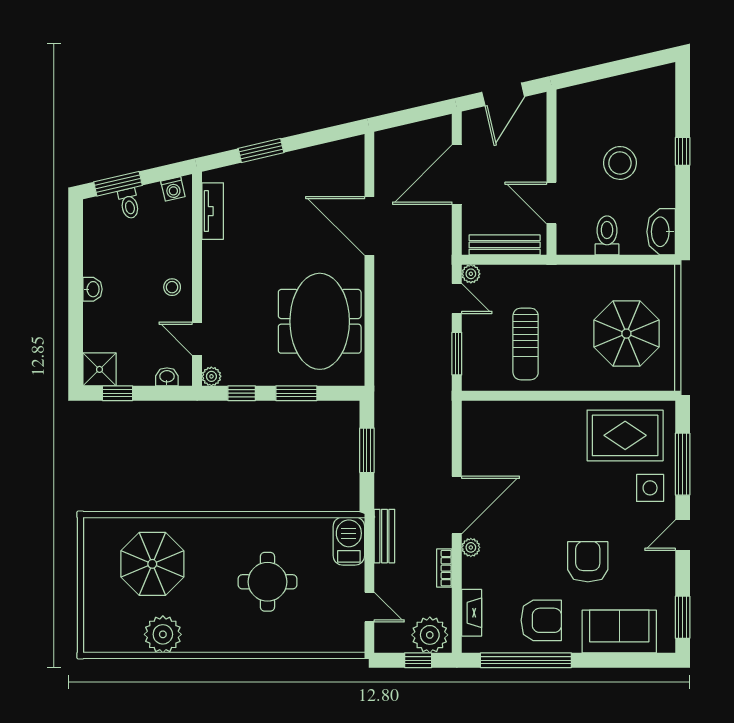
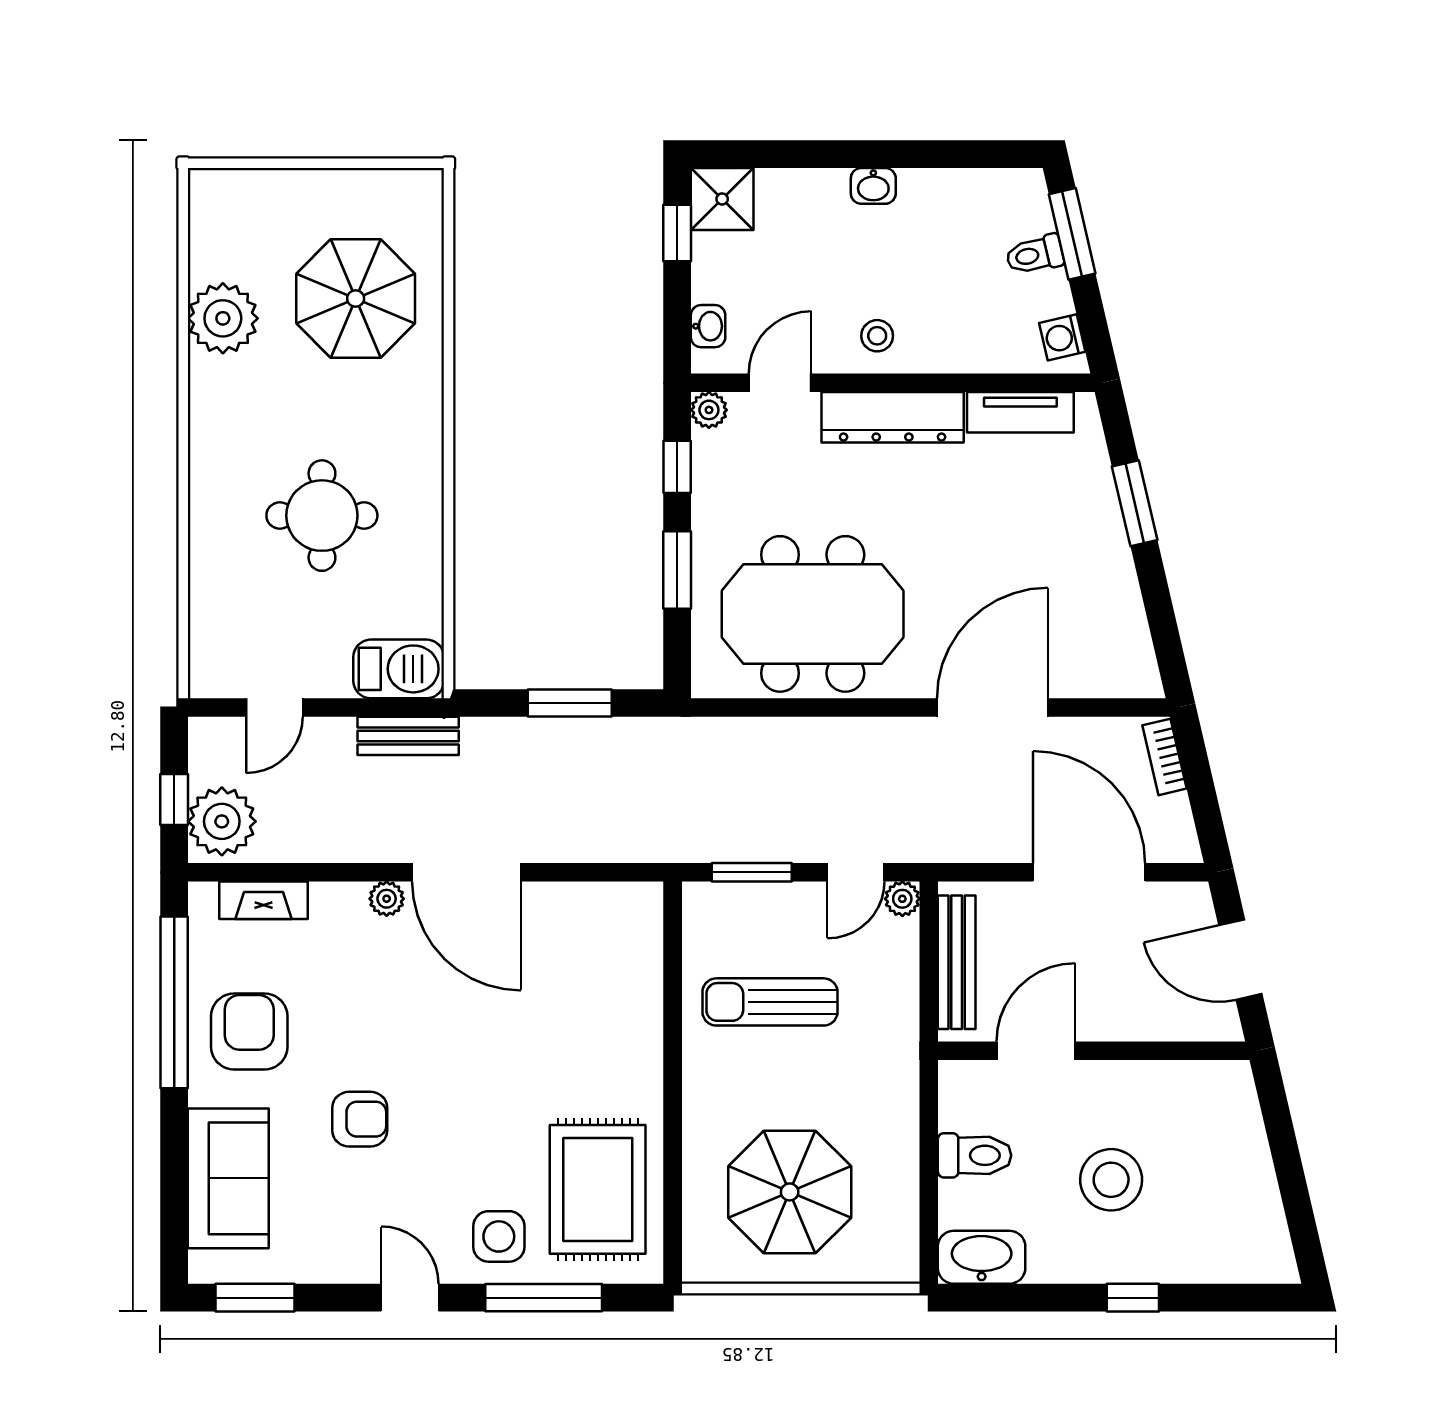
dresser: (215, 279) -> (893, 417), added
armchair: (588, 562) -> (360, 1119), width x0.72, depth x0.72
bookcase: (444, 568) -> (1165, 757), moved, turned -103
armchair: (541, 620) -> (249, 1031), turned 180

